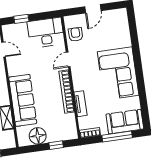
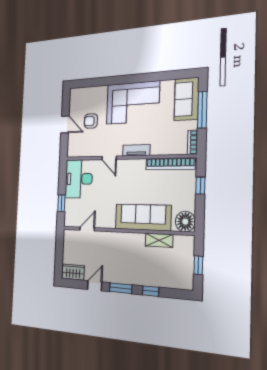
armchair: (76, 34) -> (91, 121), moved
bookcase: (67, 92) -> (170, 164), moved
tv unit: (80, 104) -> (136, 150), moved
floor lamp: (38, 136) -> (185, 222), moved

